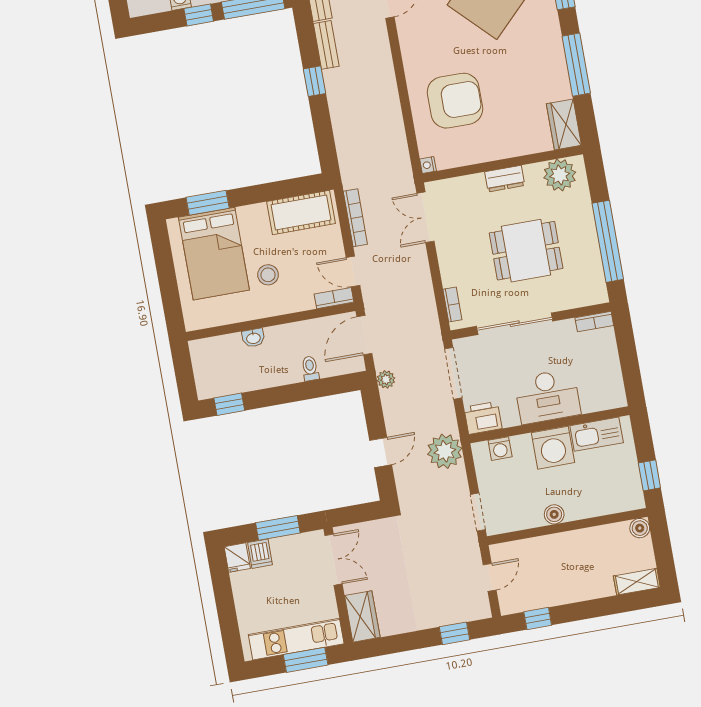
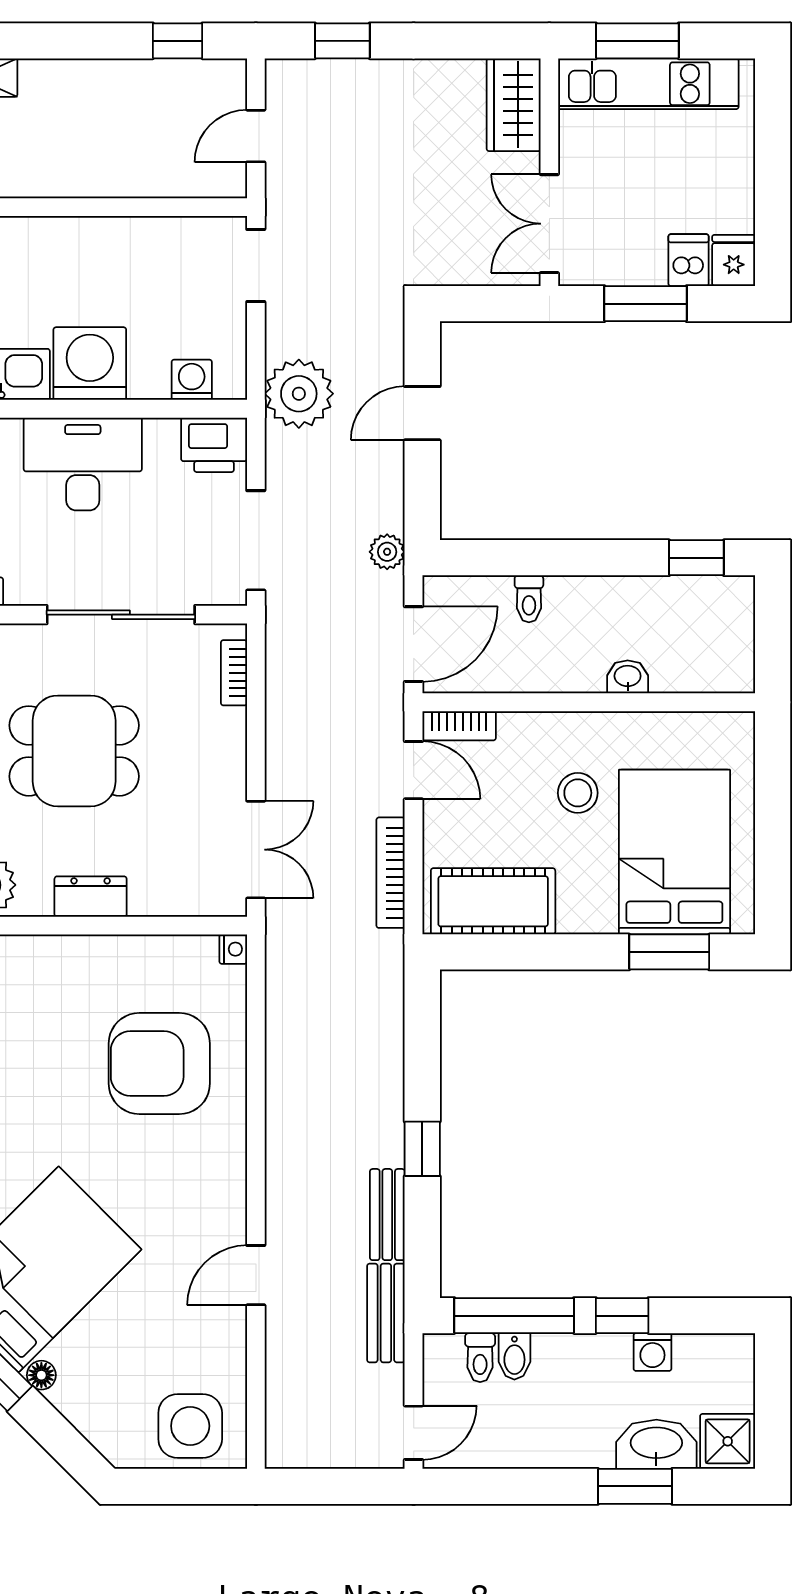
boiler: (554, 514) -> (110, 235), removed

